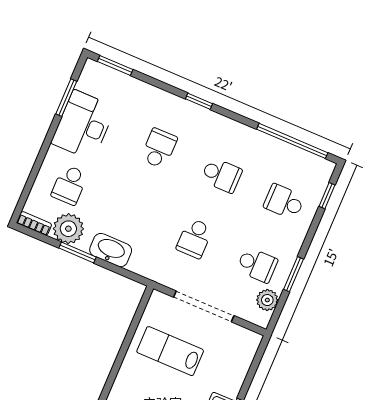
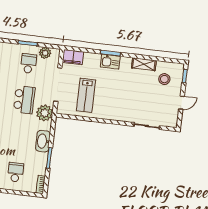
school desk: (69, 185) -> (16, 172), turned -90
plant: (68, 229) -> (45, 113), moved
school desk: (195, 238) -> (24, 100), width x1.85
filing cabinet: (245, 348) -> (73, 57), added

